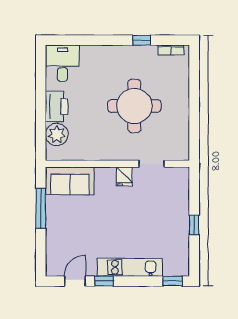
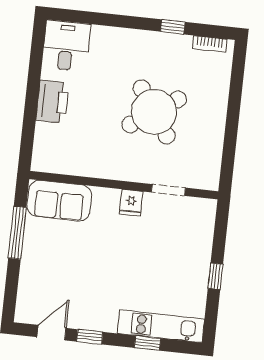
round table: (134, 106) -> (154, 112), turned -34
plant: (57, 134) -> (49, 138), removed
kitchen unit: (130, 267) -> (161, 326), moved
window: (173, 281) -> (147, 343), moved

